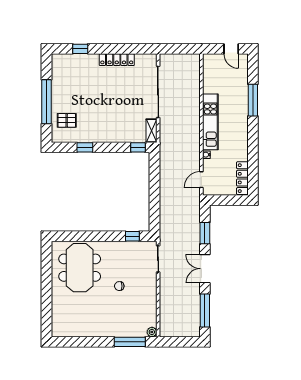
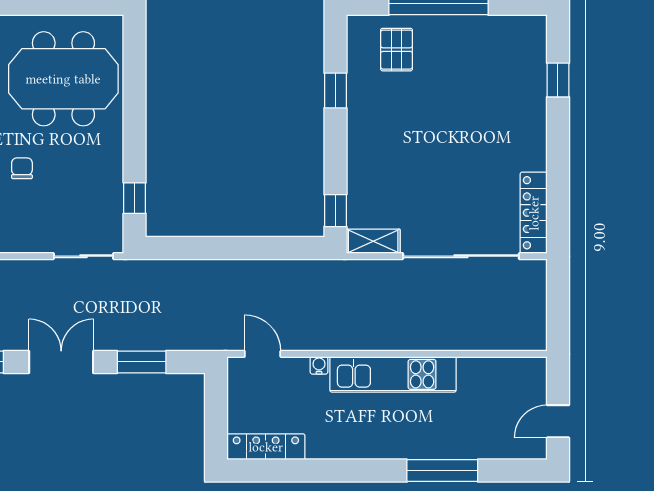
locker: (117, 60) -> (534, 213), moved

